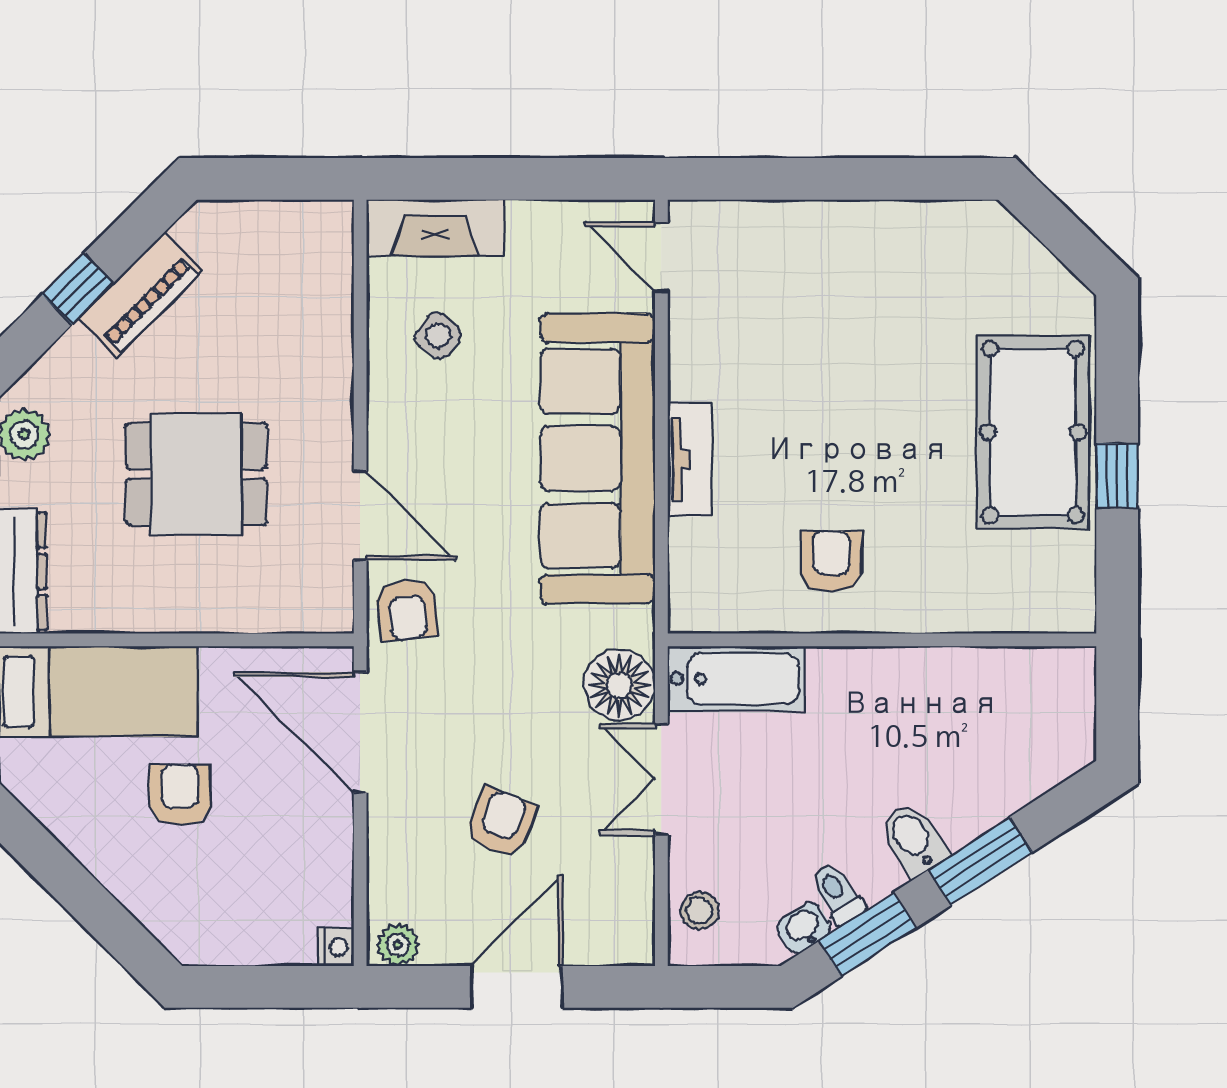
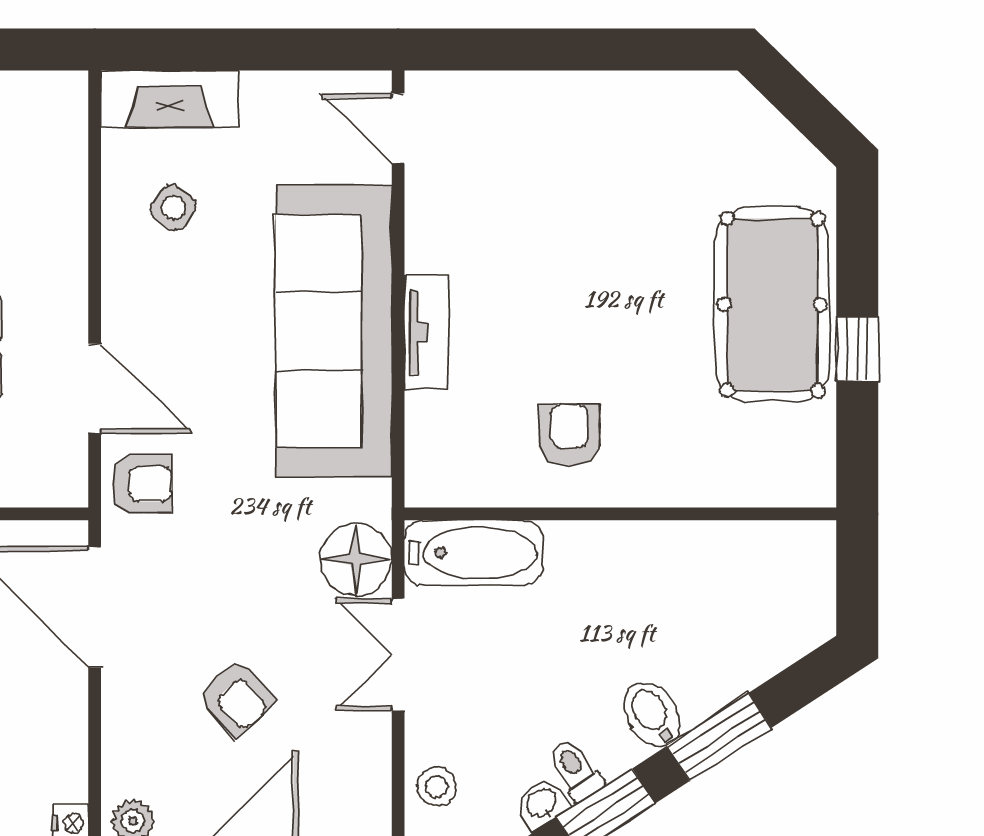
armchair: (407, 610) -> (142, 484), turned -84
armchair: (501, 823) -> (236, 698), turned 116

